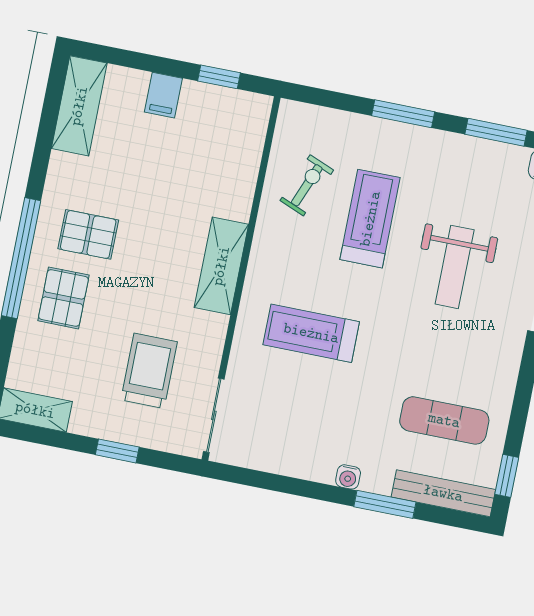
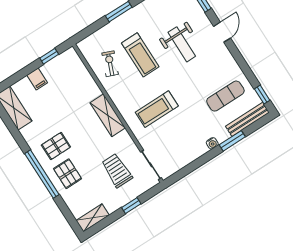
treadmill: (370, 219) -> (140, 55), turned 180

